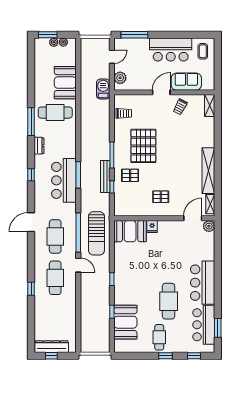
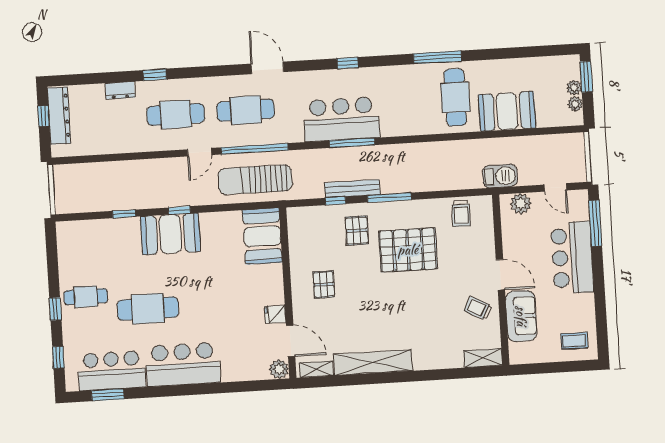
bar counter: (171, 49) -> (572, 258), moved
dresser: (39, 146) -> (120, 90), moved
fridge: (152, 226) -> (275, 314), moved
booth: (125, 322) -> (170, 234), moved

